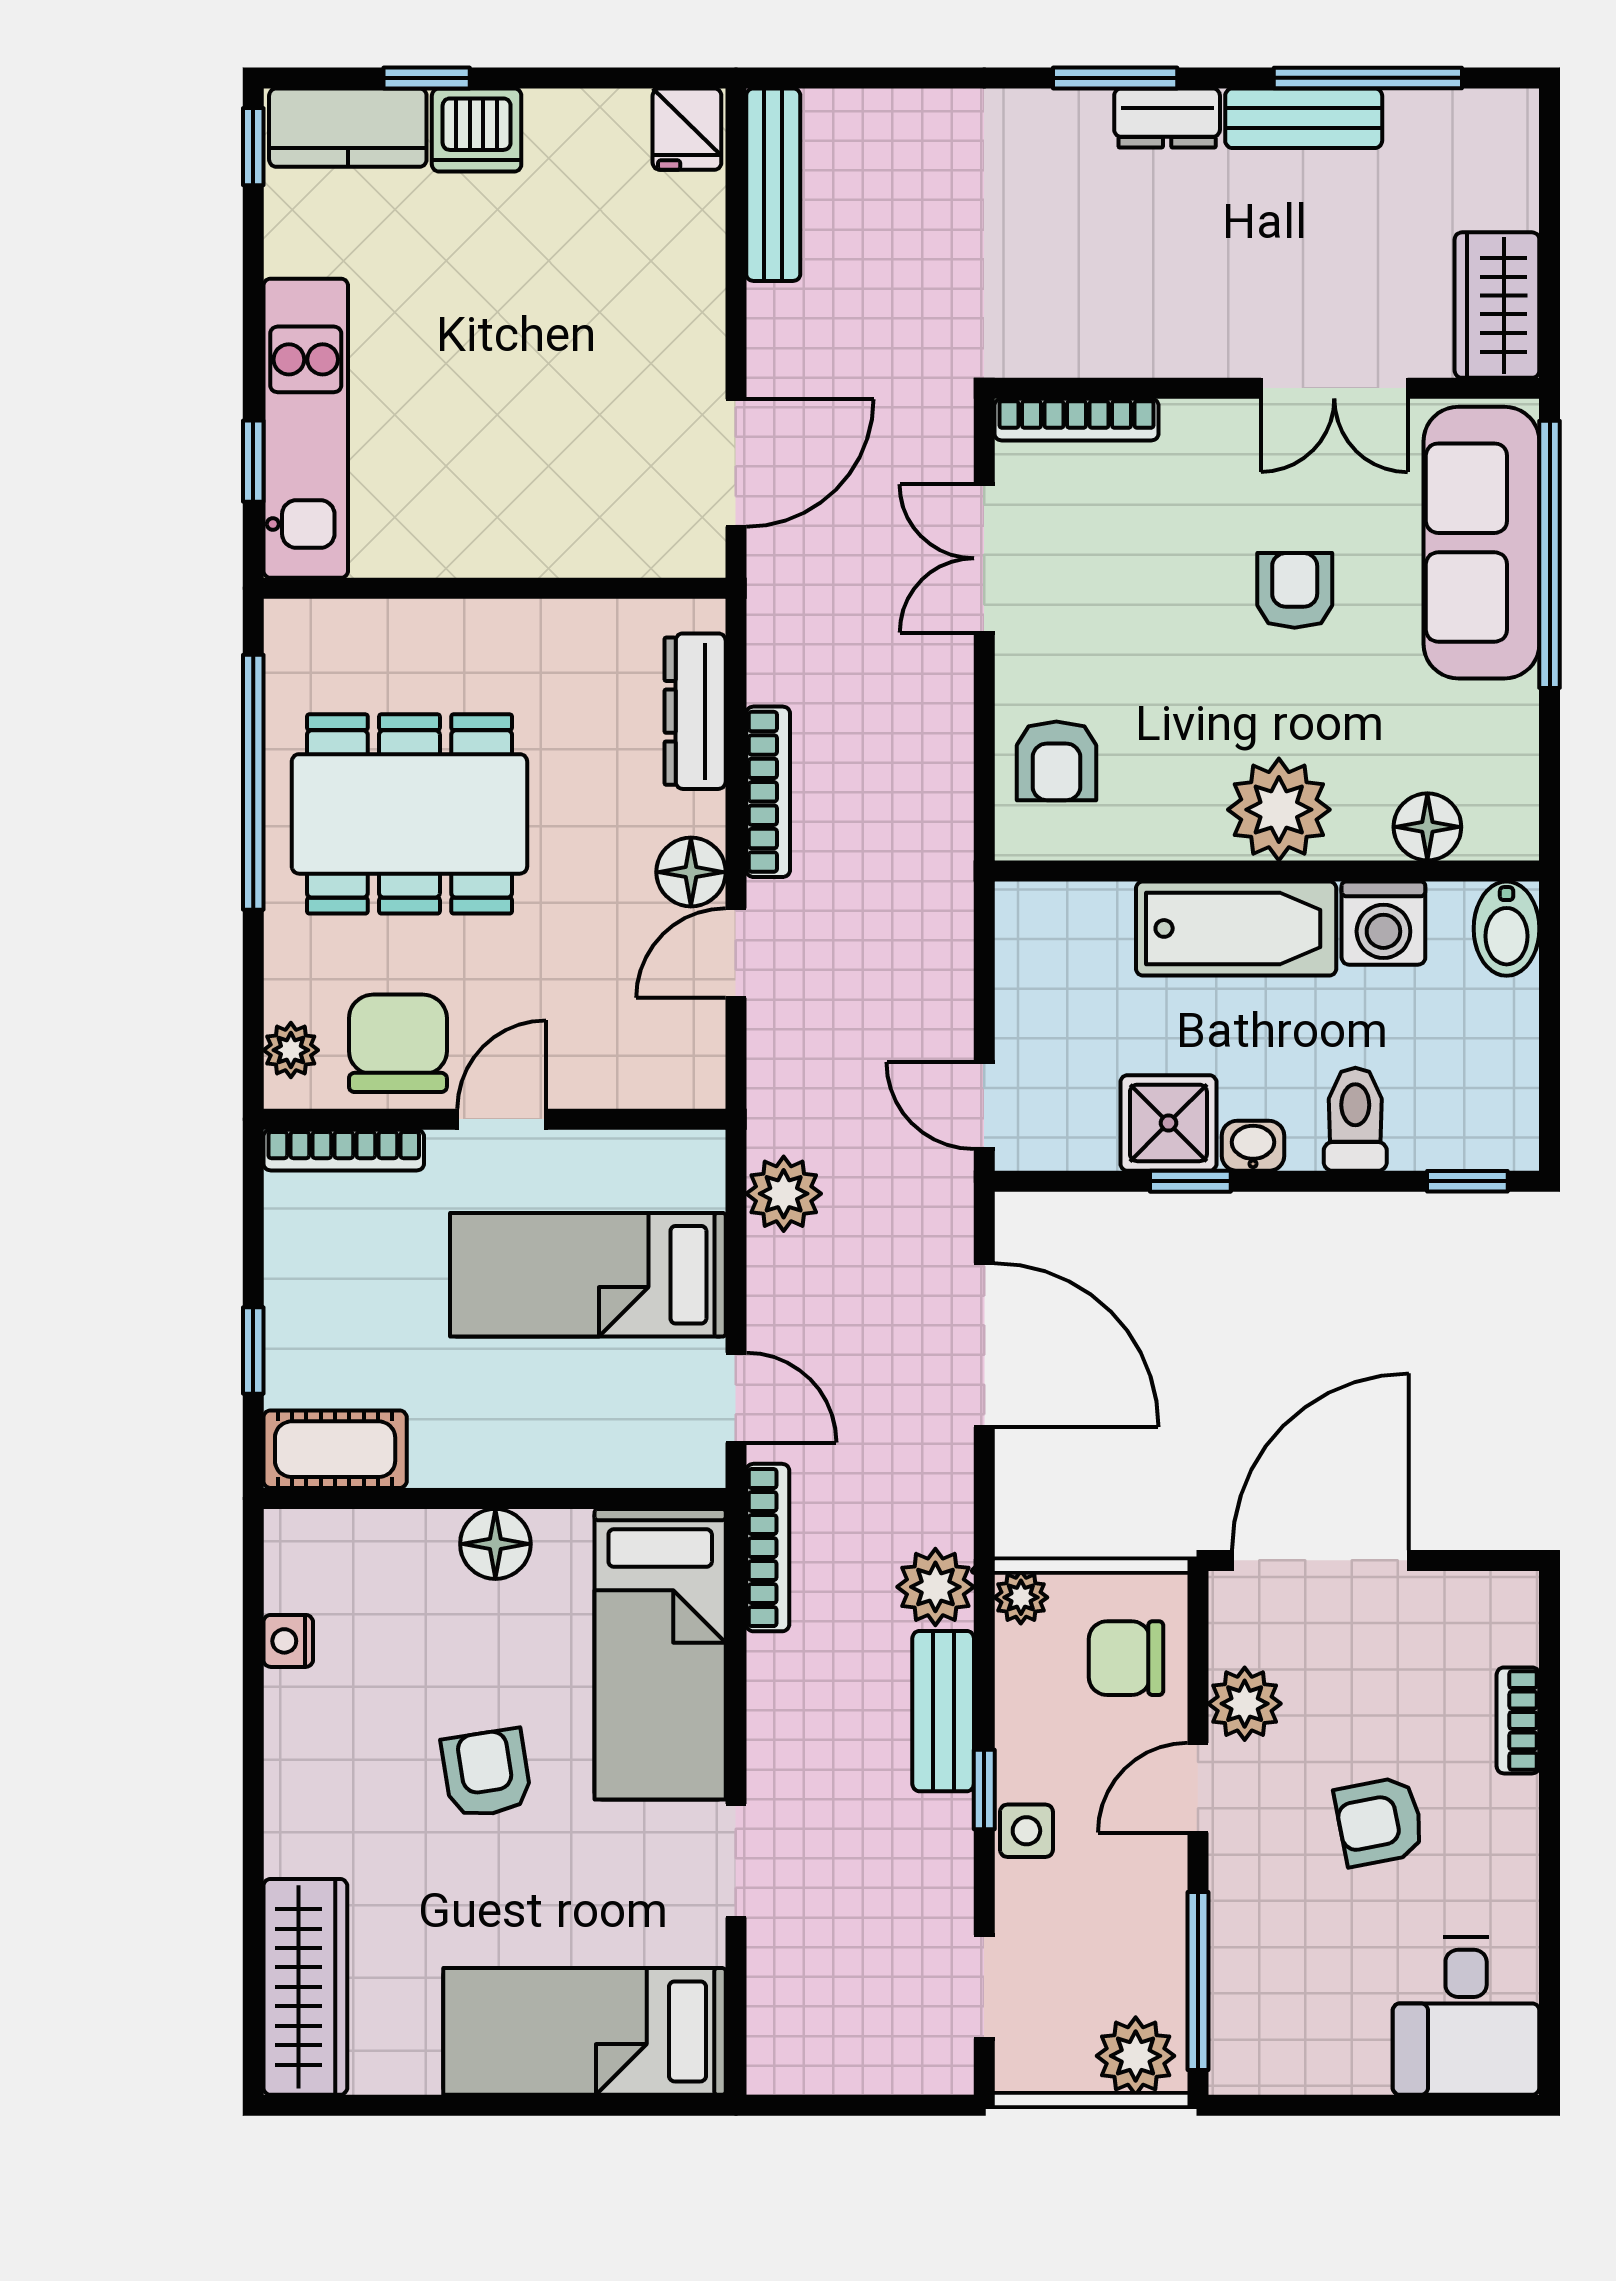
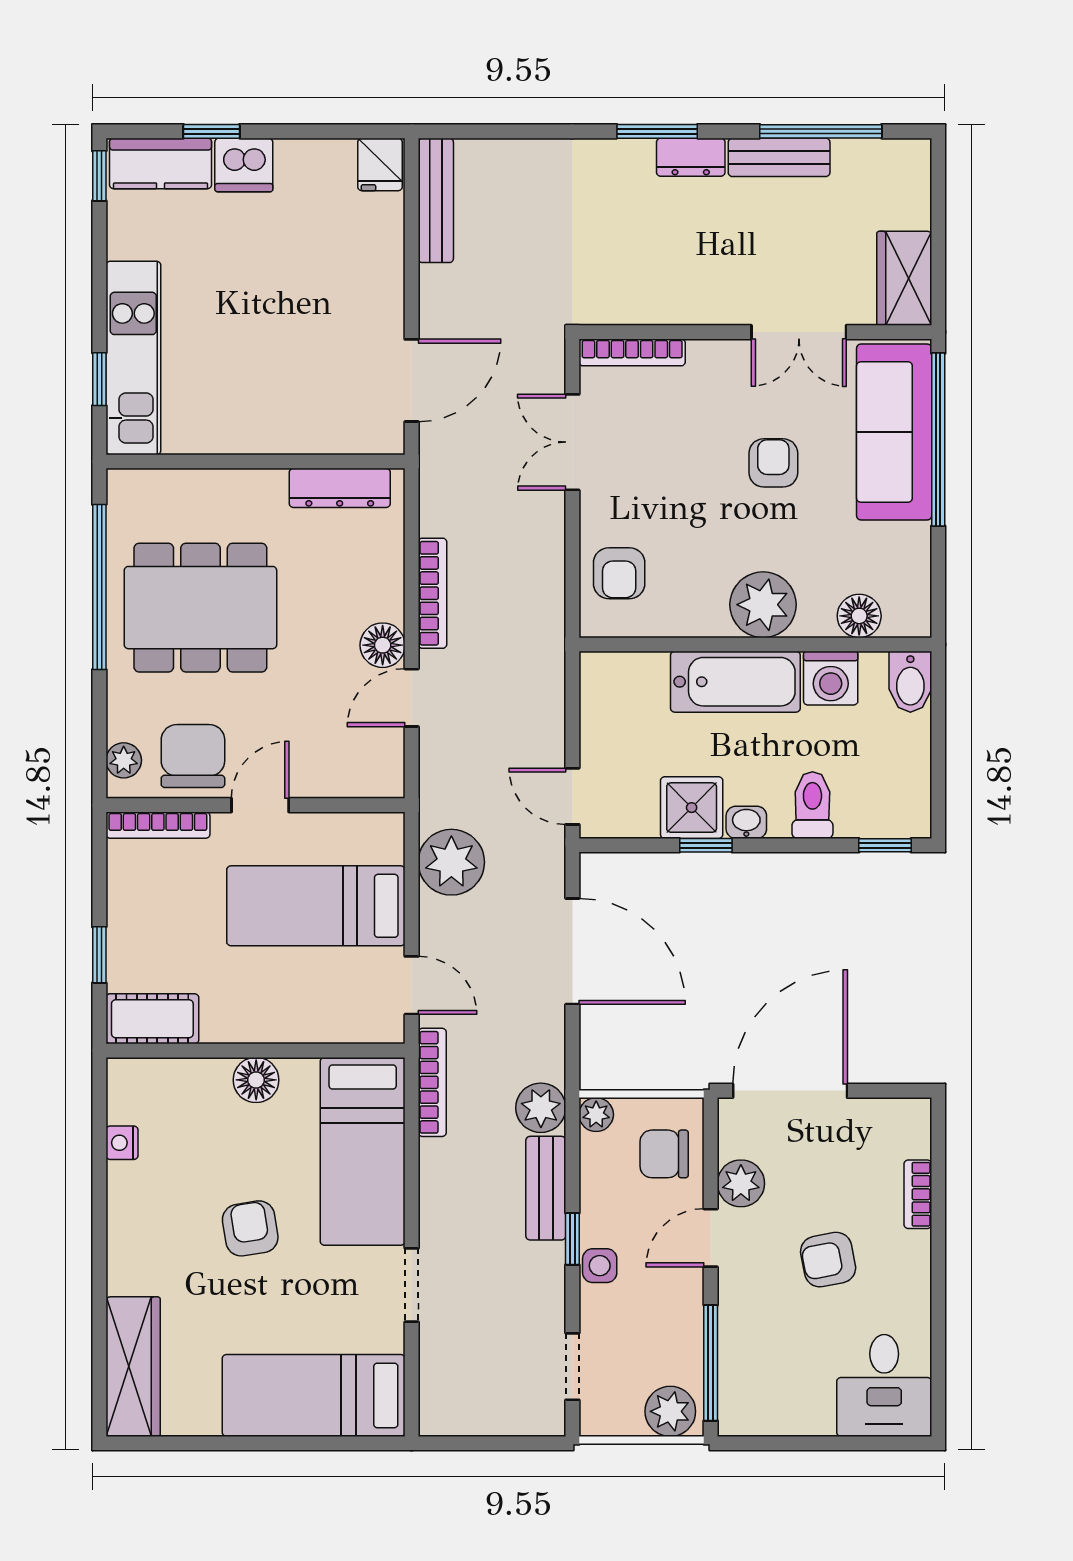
dresser: (695, 711) -> (340, 488), moved, turned -90
plant: (784, 1194) -> (451, 862), width x1.36, depth x1.36

